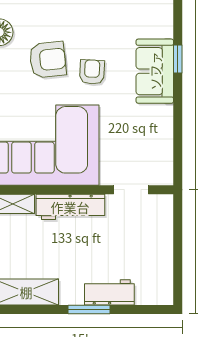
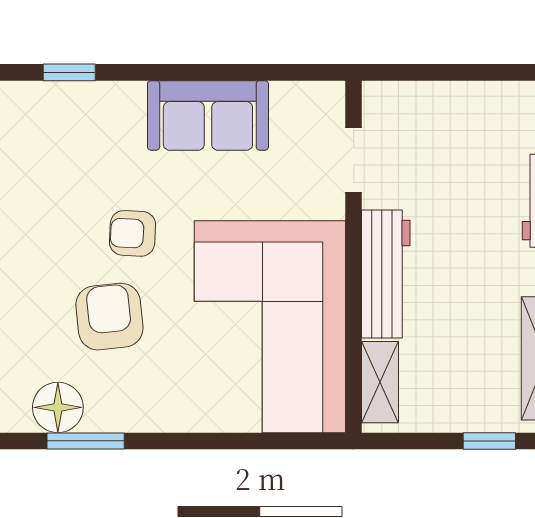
window: (178, 59) -> (69, 72), moved
sofa: (155, 71) -> (208, 115), moved

